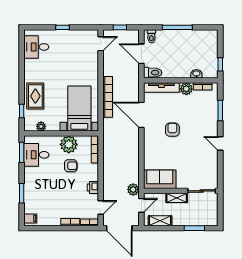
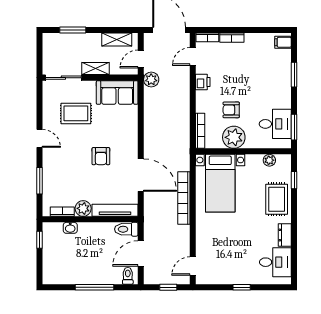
door: (141, 54) -> (141, 253), swing flipped
dresser: (29, 68) -> (285, 235), added
rug: (192, 163) -> (76, 113), added

